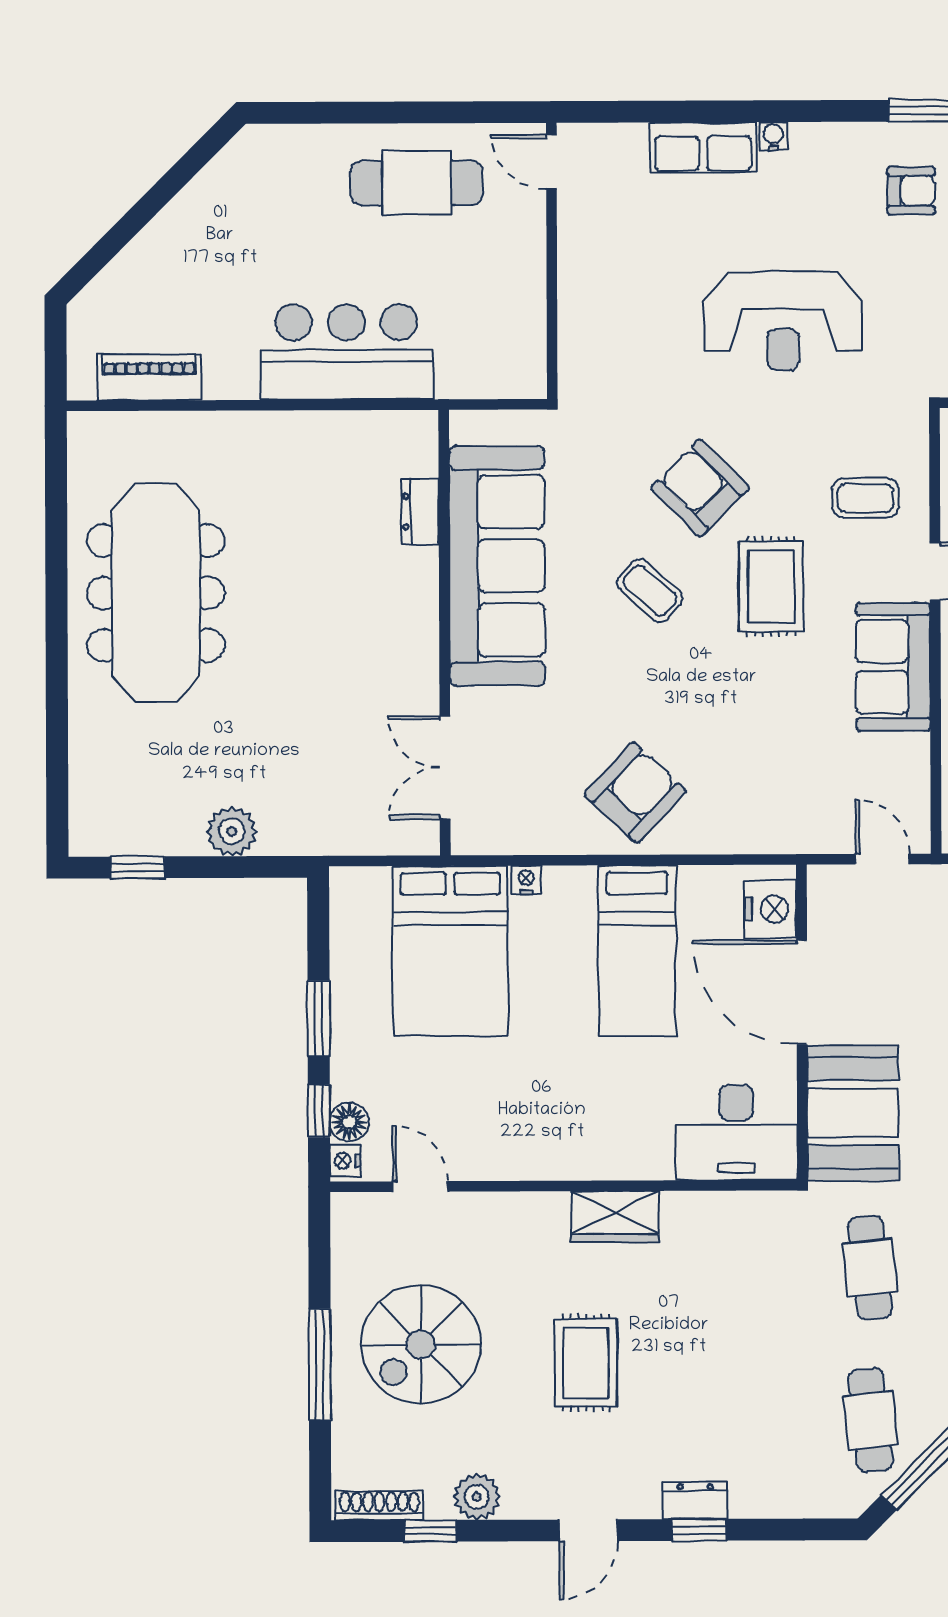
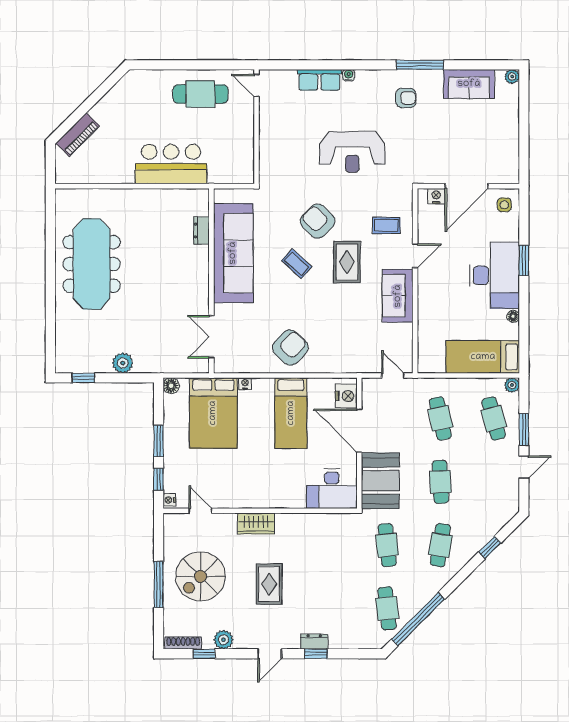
piano: (149, 377) -> (78, 135), moved, turned 135
floor lamp: (349, 1122) -> (171, 386), moved
wardrobe: (615, 1216) -> (256, 523), moved

